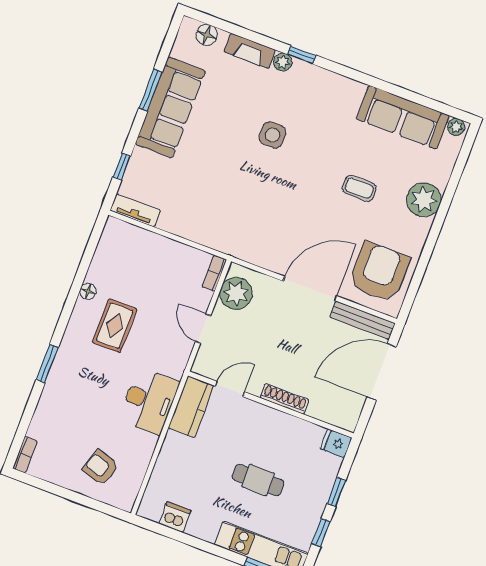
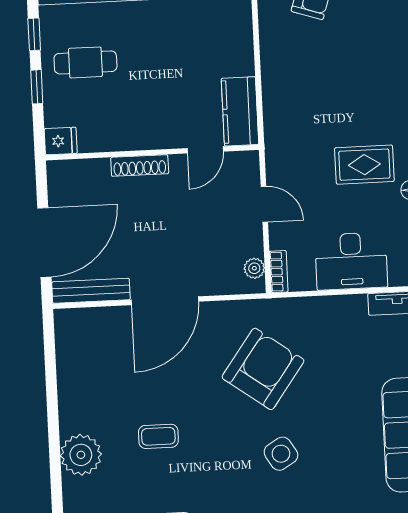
side table: (272, 135) -> (281, 454), turned -31
armchair: (379, 272) -> (263, 369), moved, turned -144
plant: (236, 293) -> (254, 268), width x0.53, depth x0.53
rug: (115, 326) -> (364, 165), turned 90
desk: (149, 401) -> (351, 261), moved, turned -90
cafe table: (258, 480) -> (85, 62), moved

